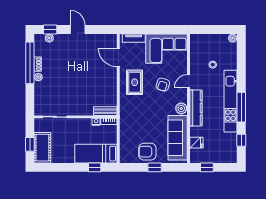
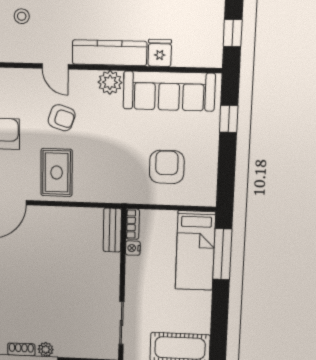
rug: (135, 82) -> (57, 172), turned 90
fridge: (196, 143) -> (160, 53), moved
armchair: (147, 152) -> (167, 167), moved, turned 180
window: (95, 167) -> (222, 254), width x2.17
window: (155, 167) -> (229, 119), moved

